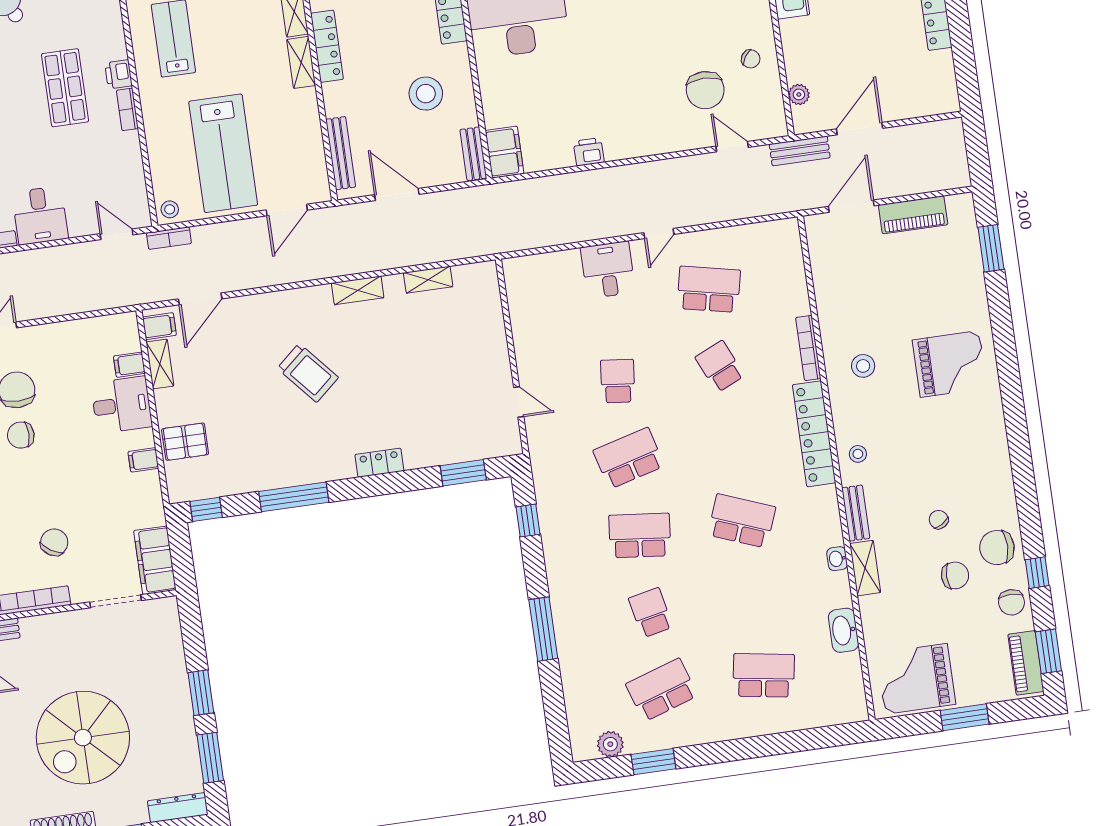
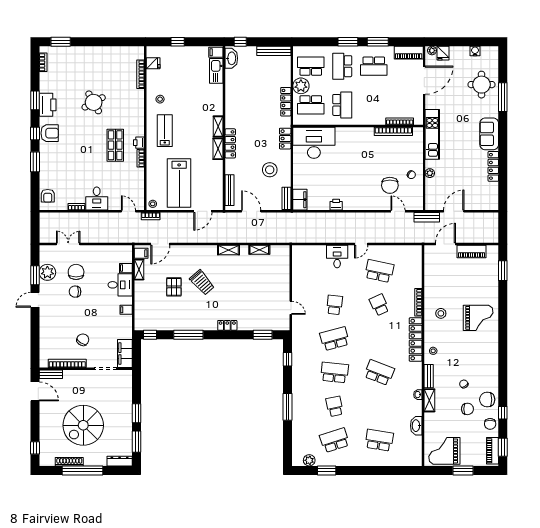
plant: (799, 94) -> (430, 173), moved
pallet: (185, 442) -> (174, 287), moved, turned 90

